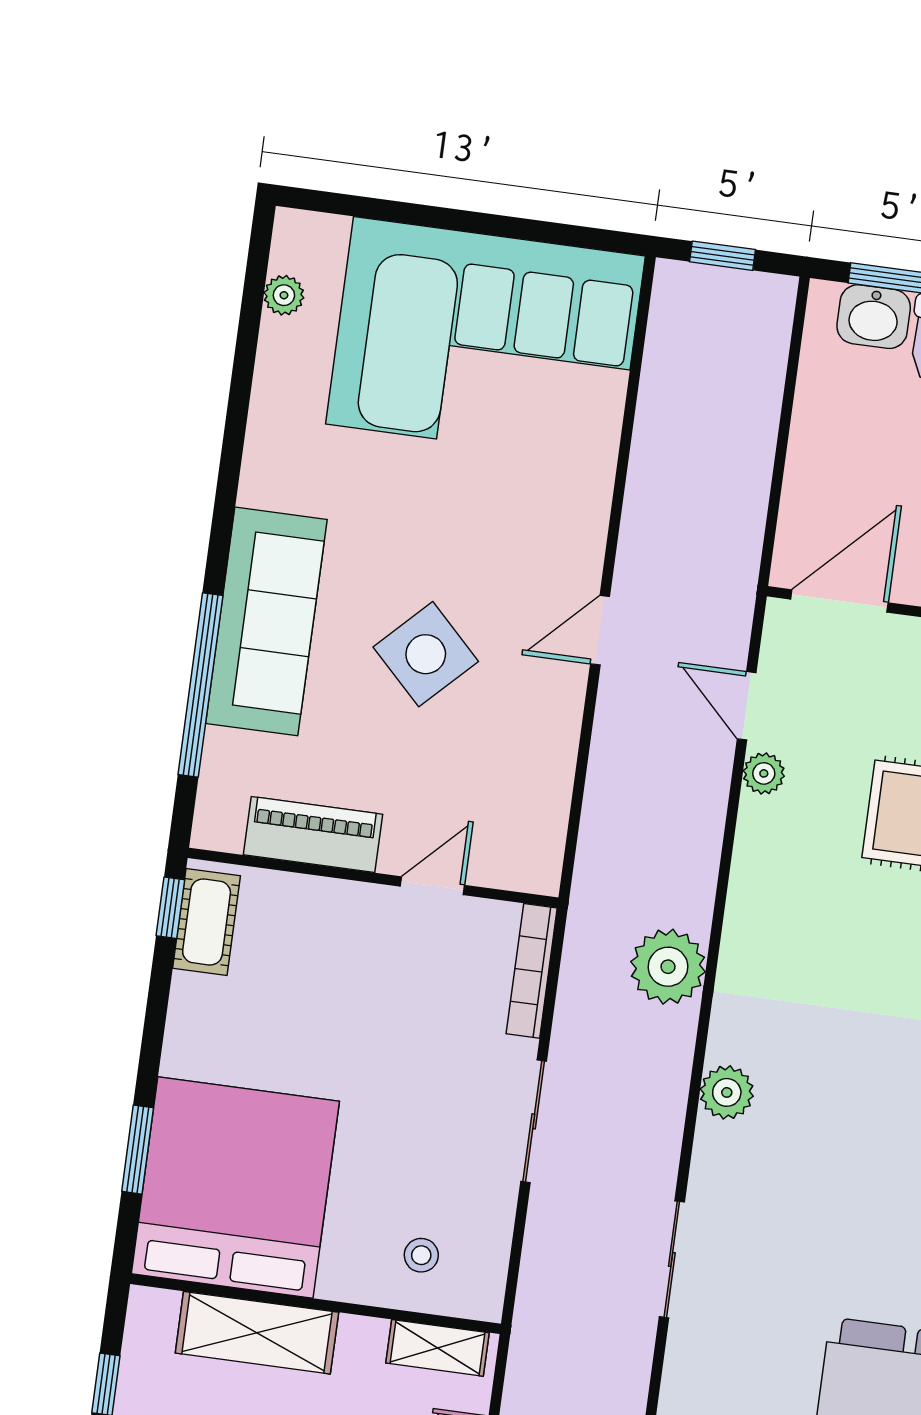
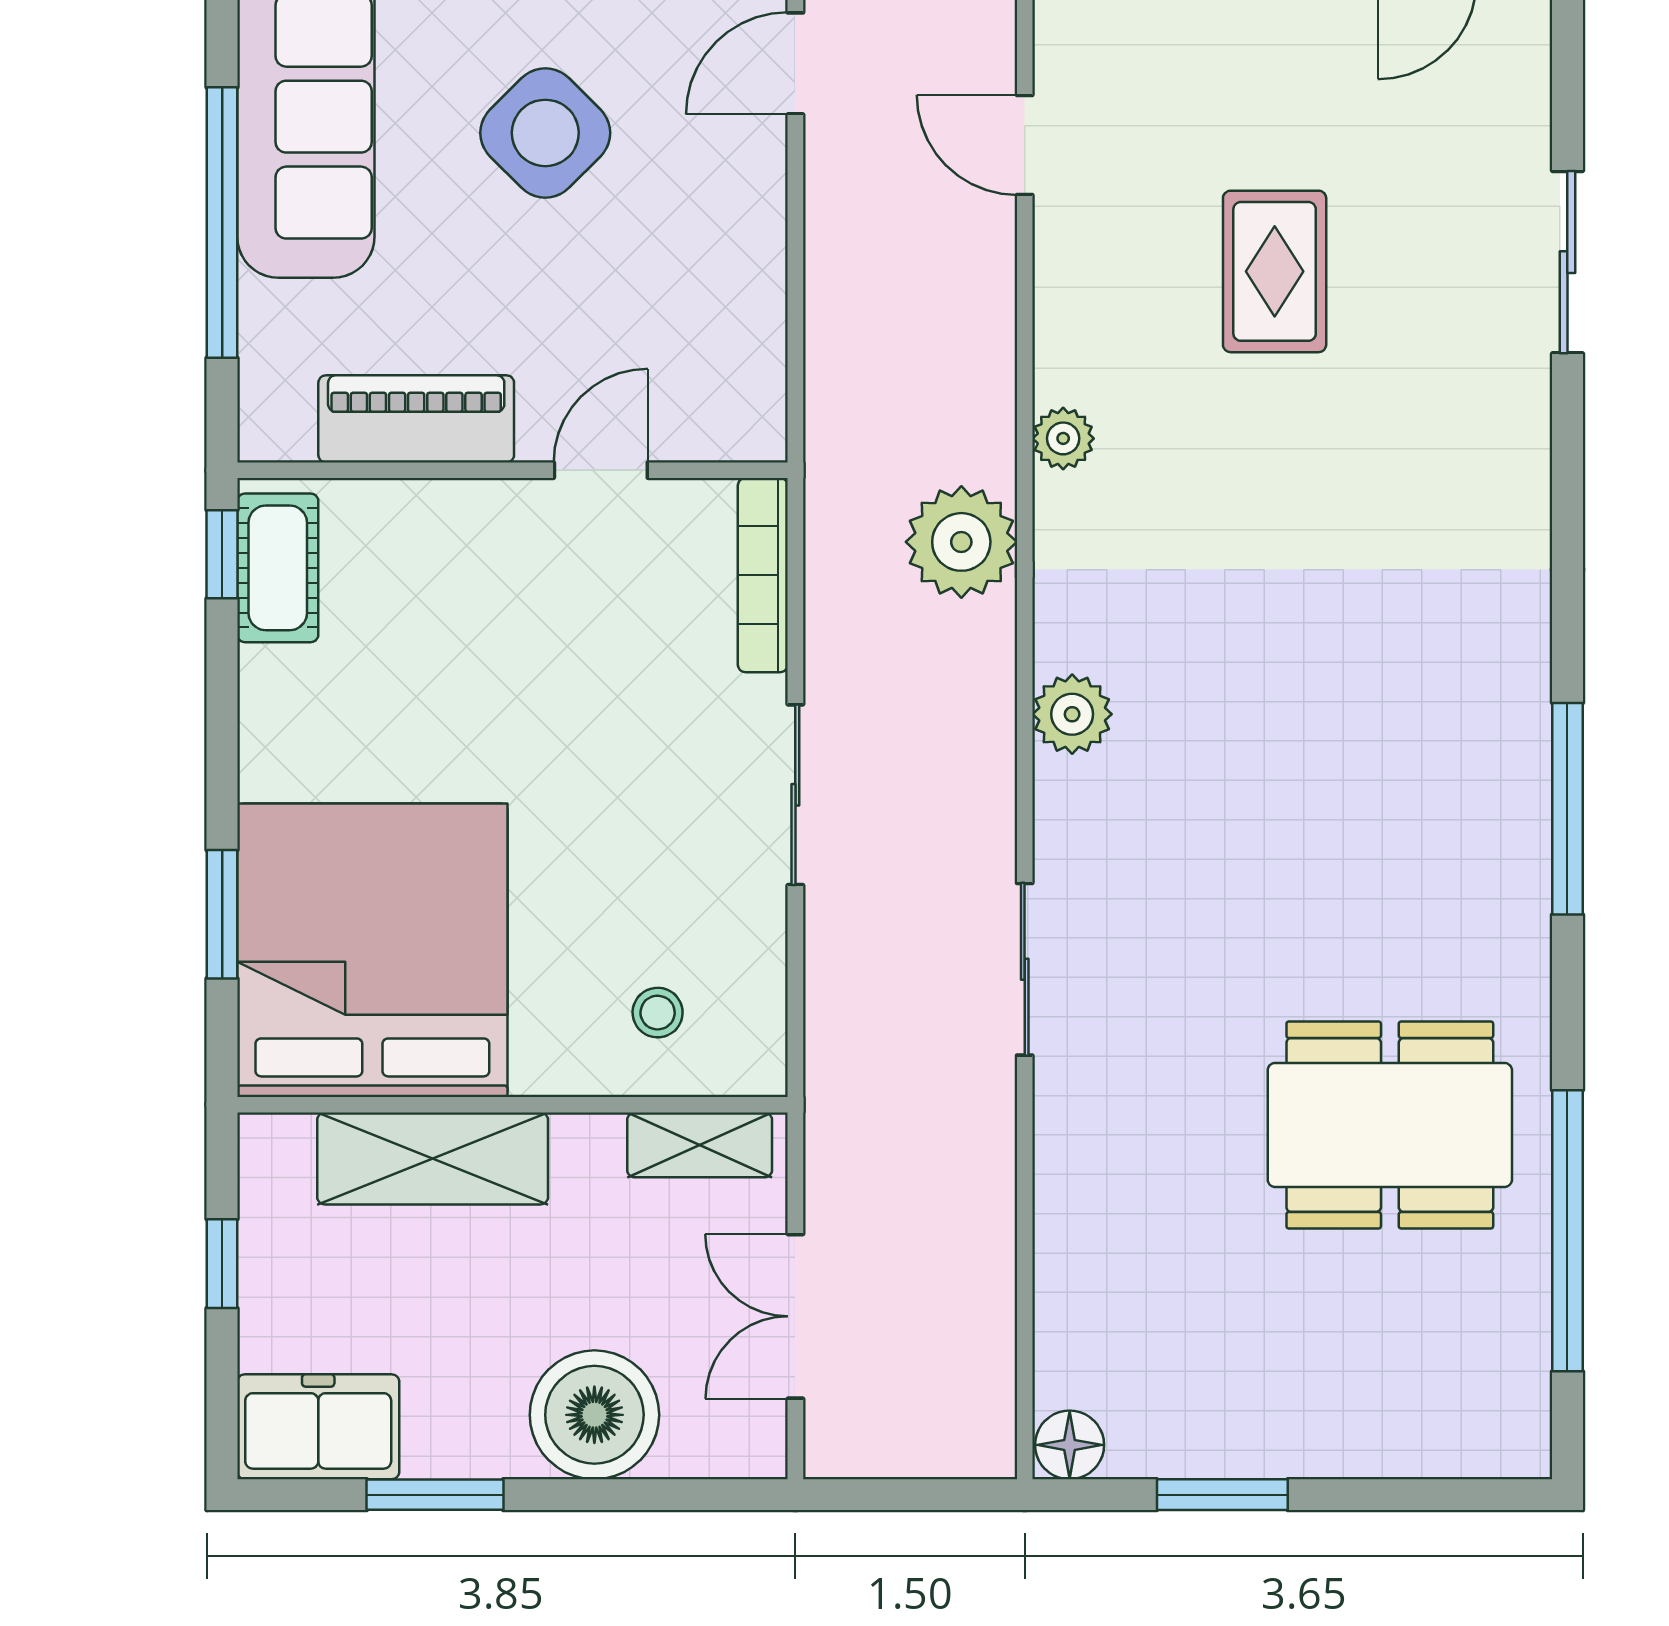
plant: (764, 773) -> (1063, 438), moved

